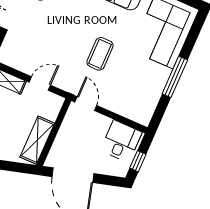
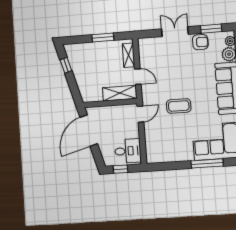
window: (175, 77) -> (207, 163), moved
shelving: (37, 140) -> (120, 93), moved

